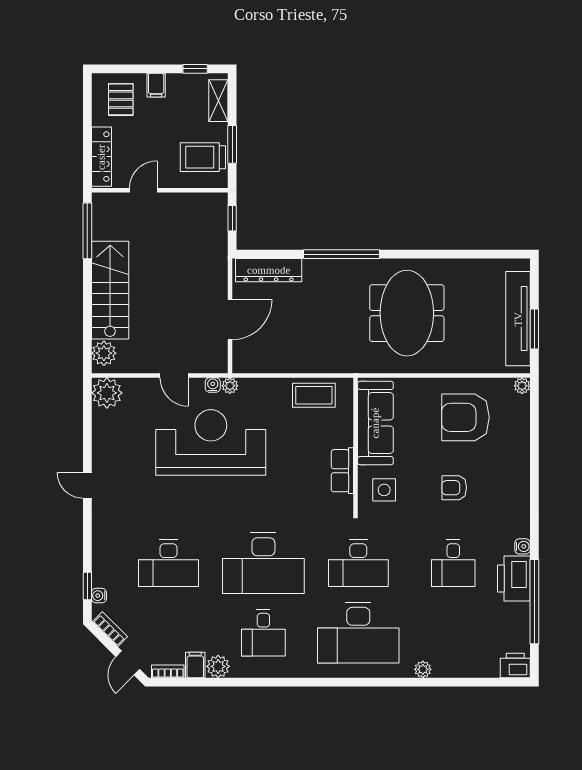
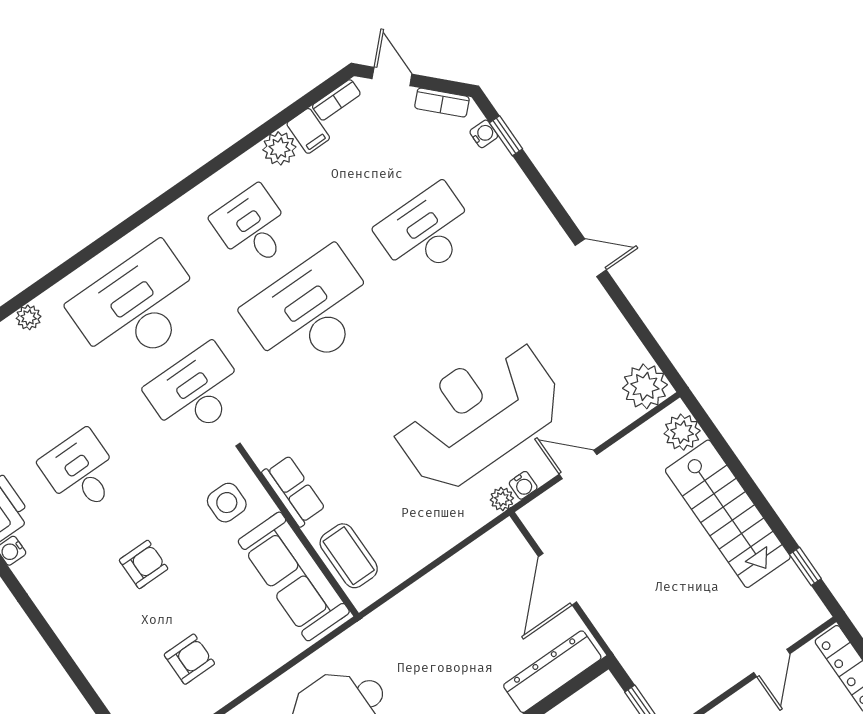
window: (87, 231) -> (805, 566), width x0.46
coffee table: (314, 395) -> (349, 556), moved, turned 90
armchair: (465, 417) -> (189, 659), width x0.53, depth x0.53
reception desk: (211, 442) -> (477, 414), turned 180

